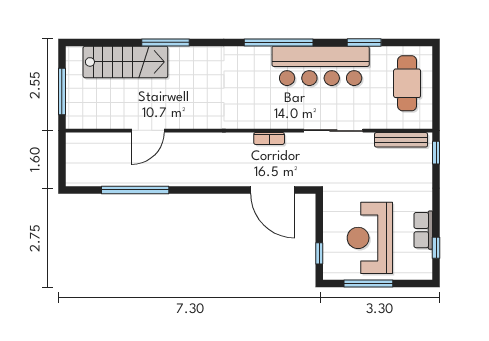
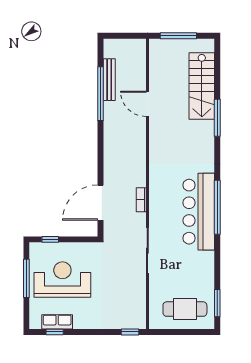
window: (364, 42) -> (217, 303), moved
bar counter: (321, 66) -> (199, 212), moved
bench: (401, 140) -> (109, 80), moved
row of seats: (423, 230) -> (57, 322), moved

